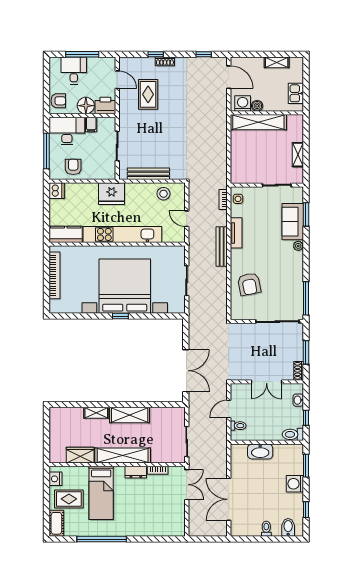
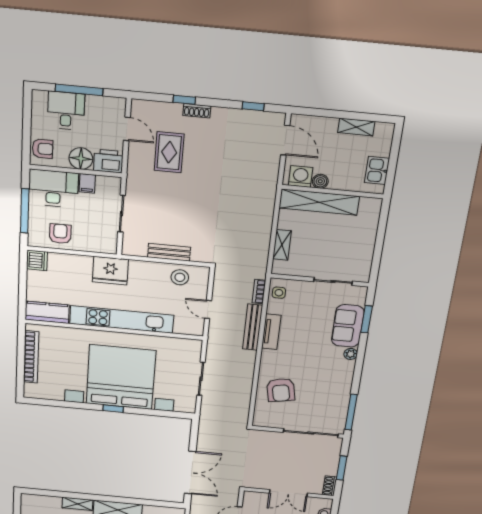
shelving: (298, 155) -> (282, 245), moved
bench: (148, 174) -> (169, 252), width x0.73
bench: (222, 246) -> (253, 327), moved

